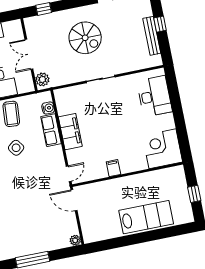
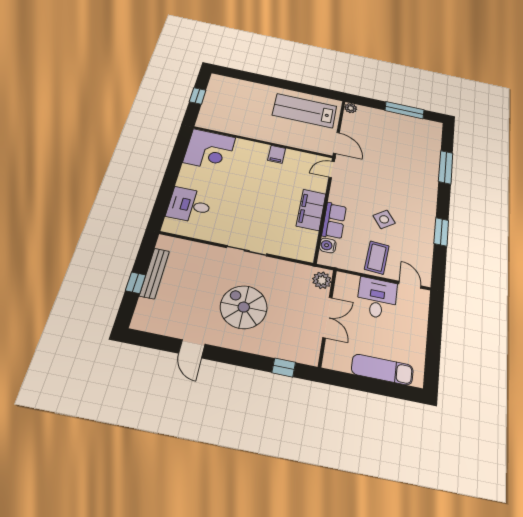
desk: (154, 96) -> (189, 205), width x0.73
lab bench: (146, 217) -> (305, 111), moved

